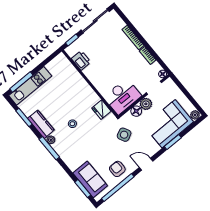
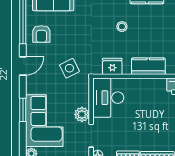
kitchen counter: (83, 88) -> (148, 66), added
floor lamp: (136, 111) -> (83, 99), removed
armchair: (117, 169) -> (41, 34), turned 90

